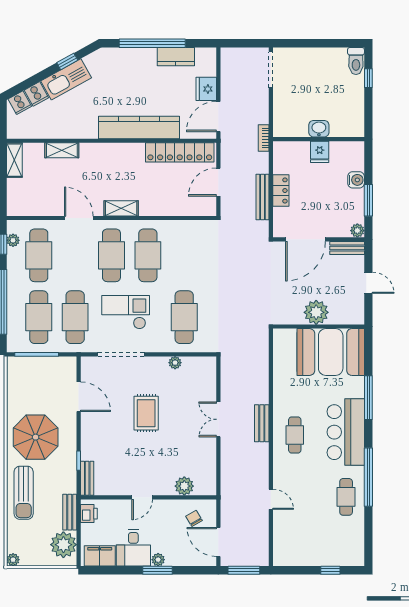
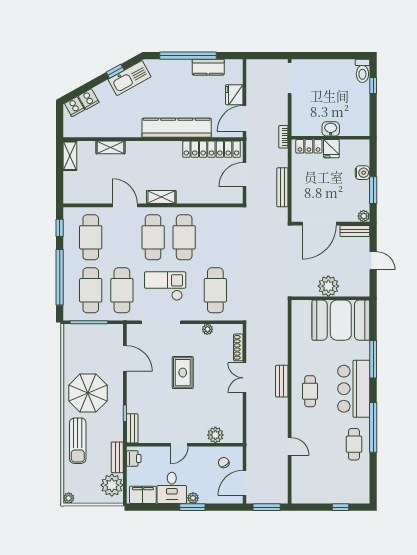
kitchen sink: (66, 79) -> (129, 78), moved
locker: (281, 191) -> (309, 146), moved, turned 90
plant: (13, 240) -> (69, 224), removed
shoe rack: (211, 384) -> (238, 347), added
door: (218, 542) -> (245, 483), hinge flipped

